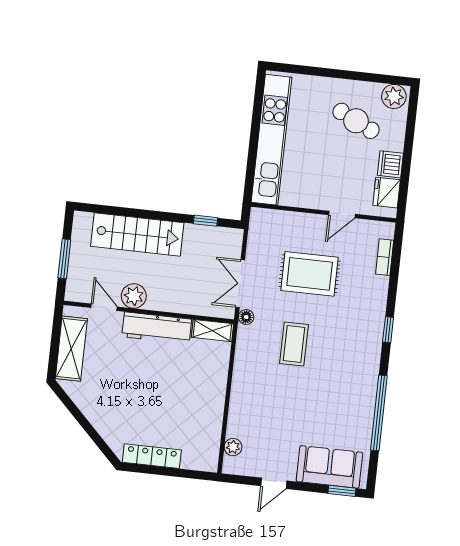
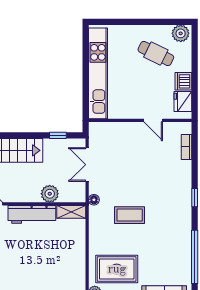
door: (342, 215) -> (153, 120), hinge flipped
rug: (310, 274) -> (117, 269), moved
double door: (240, 284) -> (87, 165), moved
plant: (134, 296) -> (50, 194), moved
coffee table: (294, 344) -> (130, 215), turned 90

